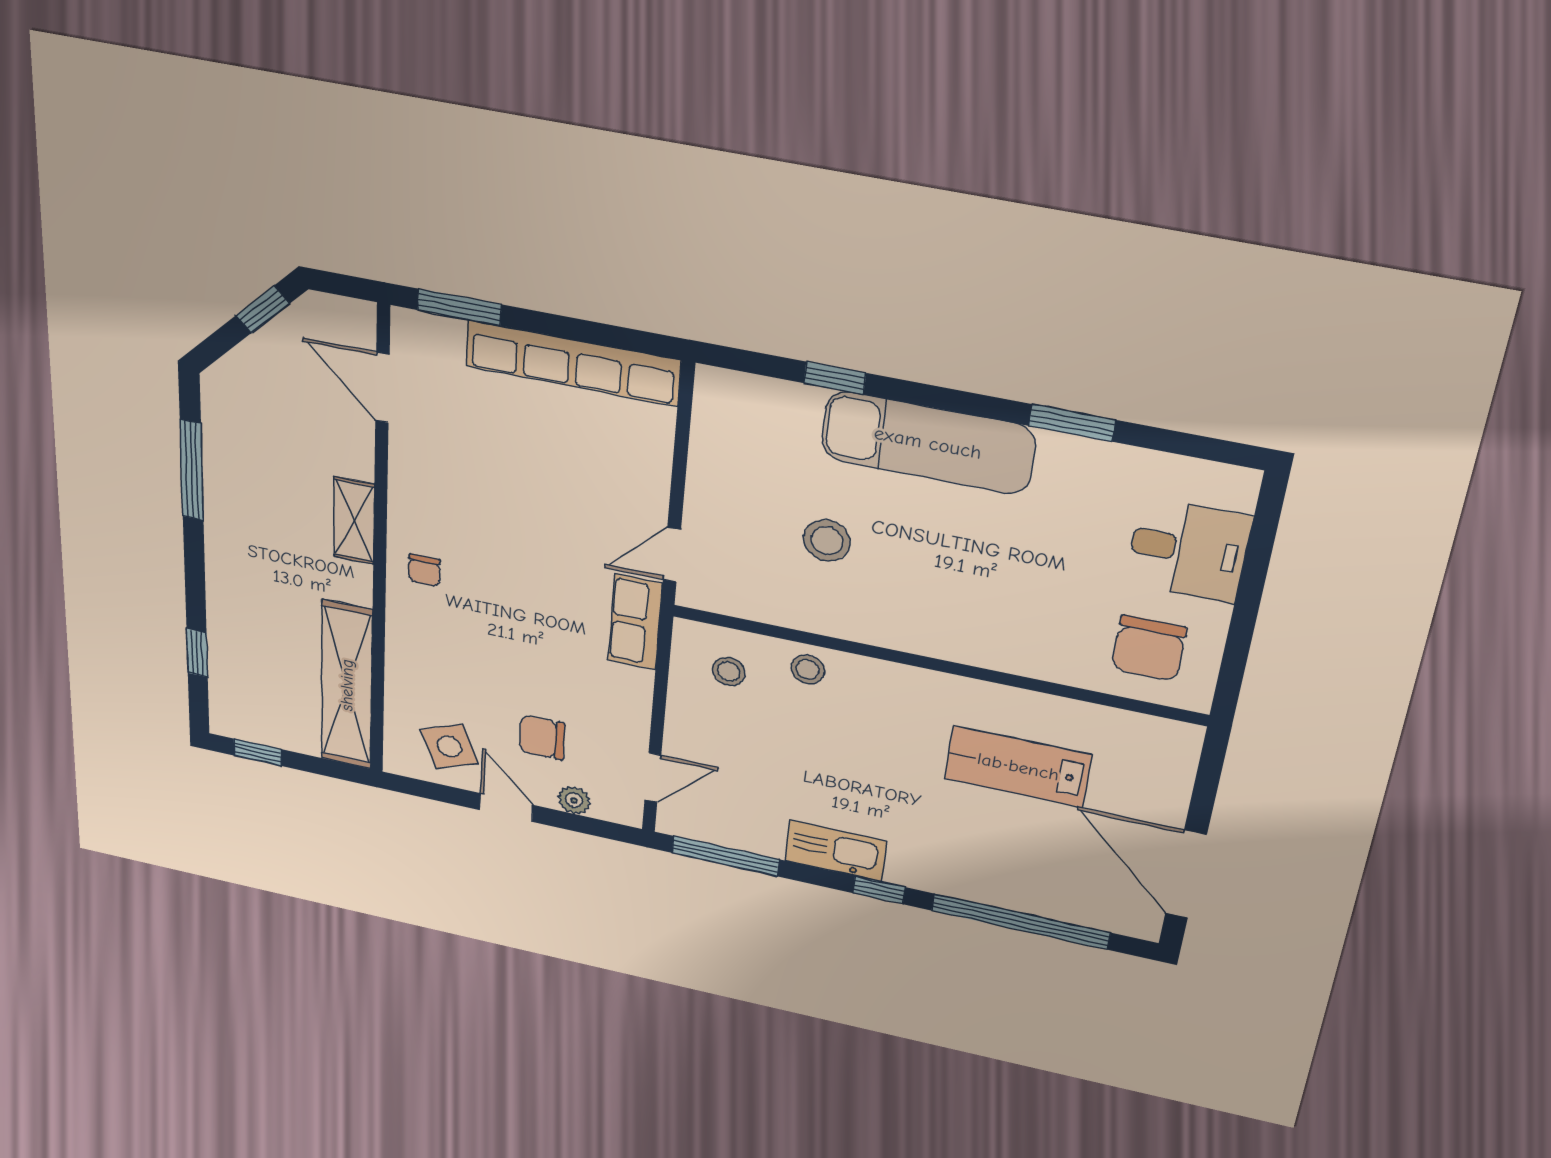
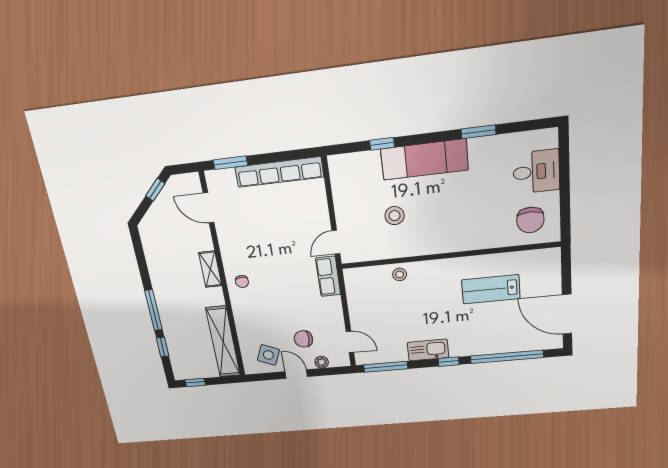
window: (192, 470) -> (154, 310), moved
stool: (729, 672) -> (369, 286), removed
side table: (449, 746) -> (268, 355), turned 45
door: (653, 778) -> (350, 342), hinge flipped

